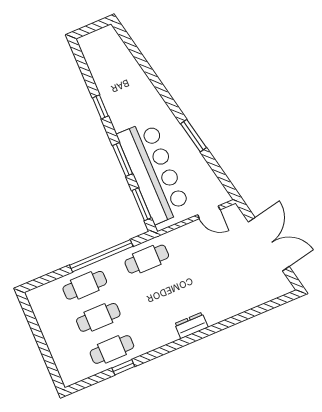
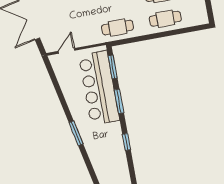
window: (193, 136) -> (76, 133), moved
door: (209, 212) -> (67, 51), hinge flipped
window: (101, 256) -> (149, 37), removed

